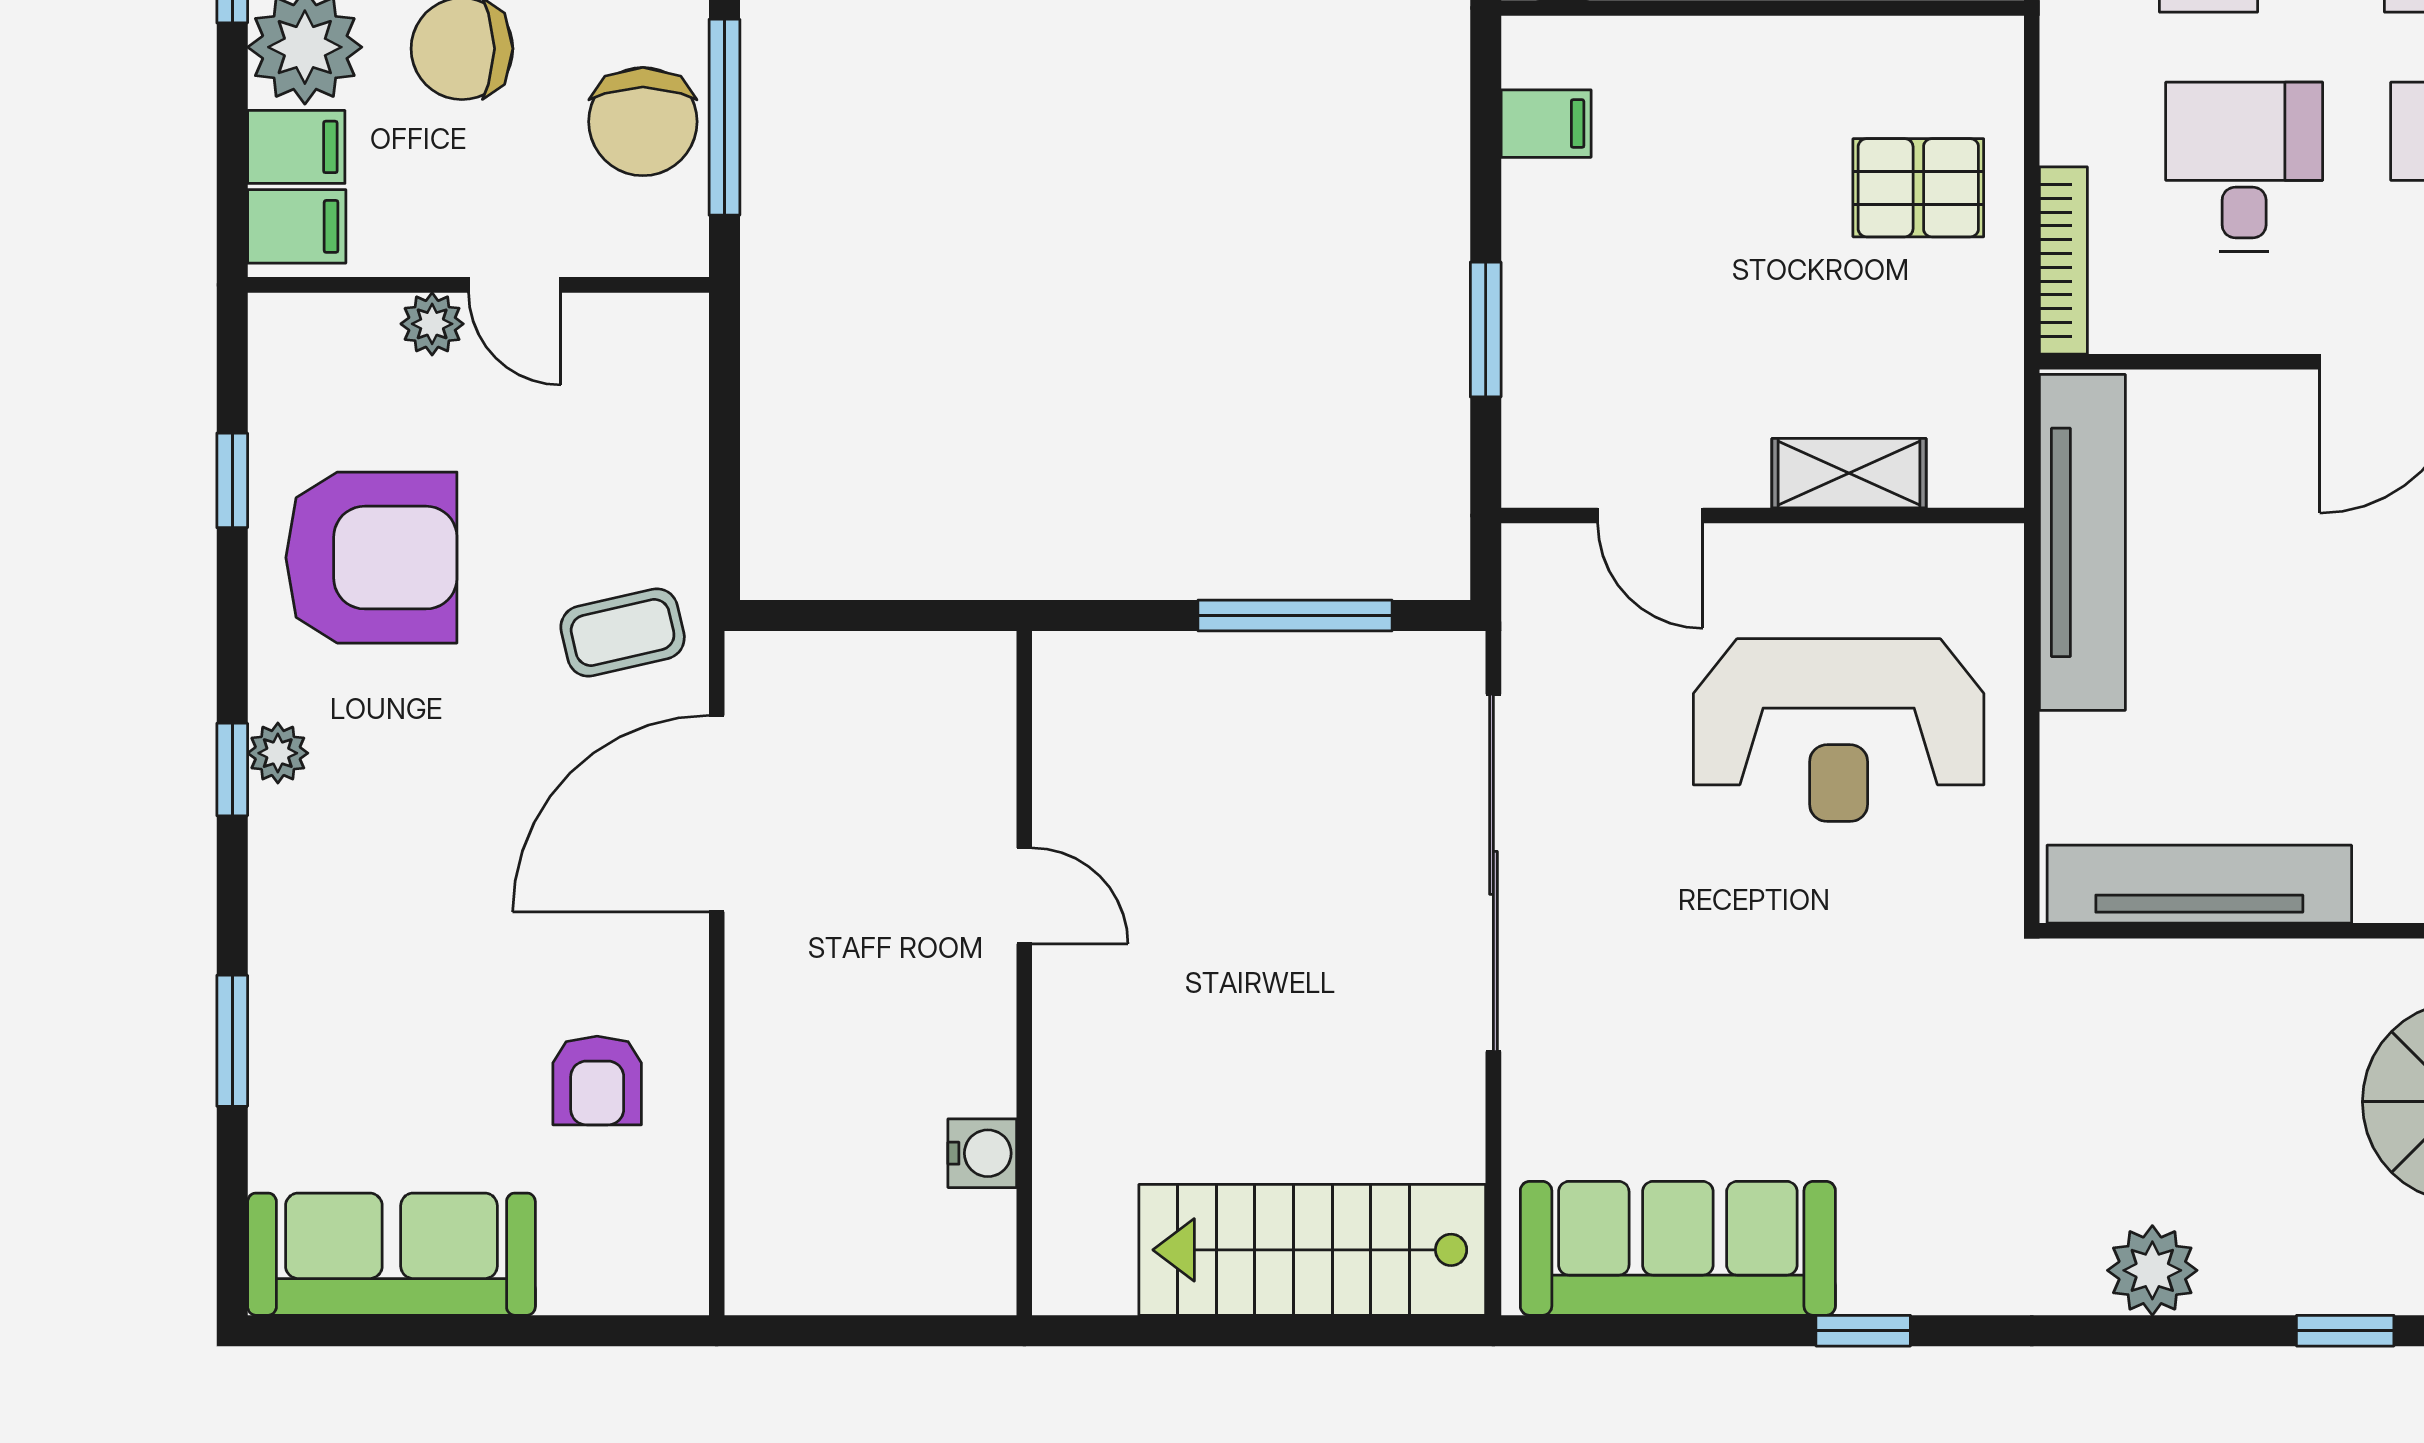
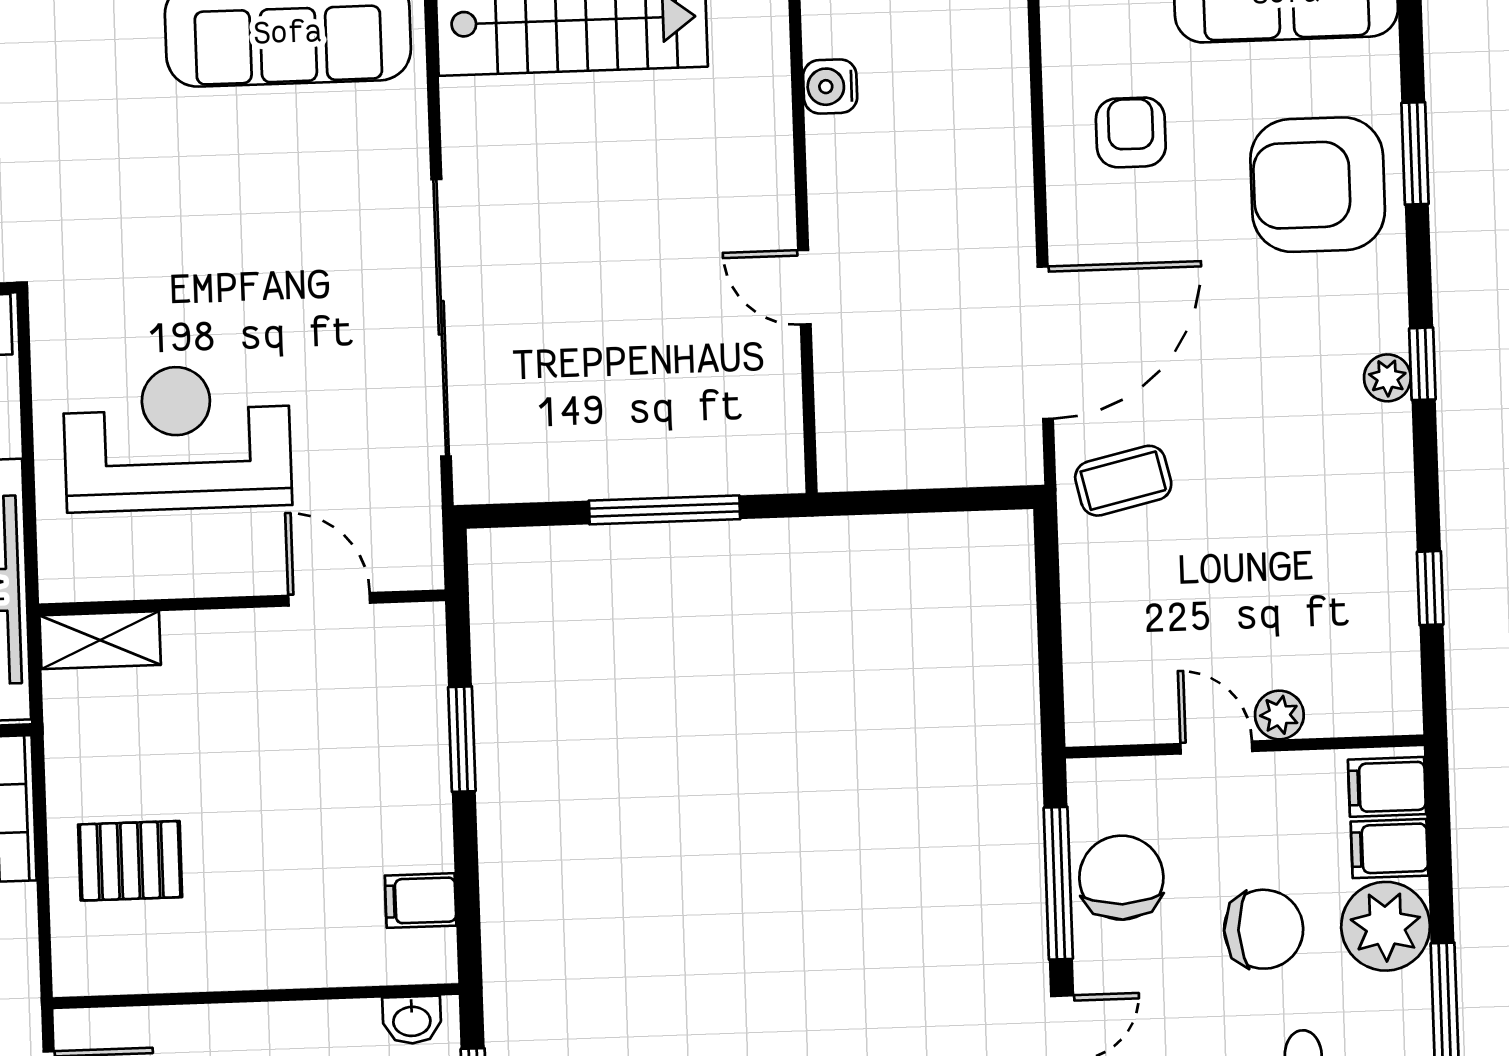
shelving: (1849, 473) -> (100, 640), moved
armchair: (371, 558) -> (1318, 185), moved
window: (1295, 615) -> (664, 510), moved

